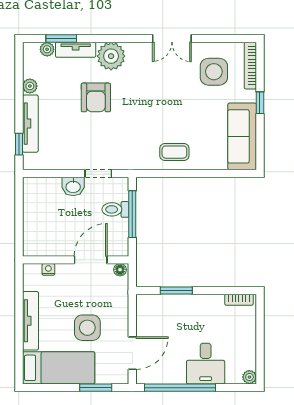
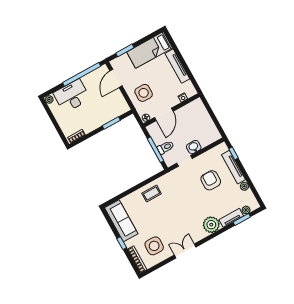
armchair: (96, 97) -> (211, 180), moved
side table: (87, 328) -> (144, 93), moved
desk: (206, 364) -> (72, 96), width x1.37

